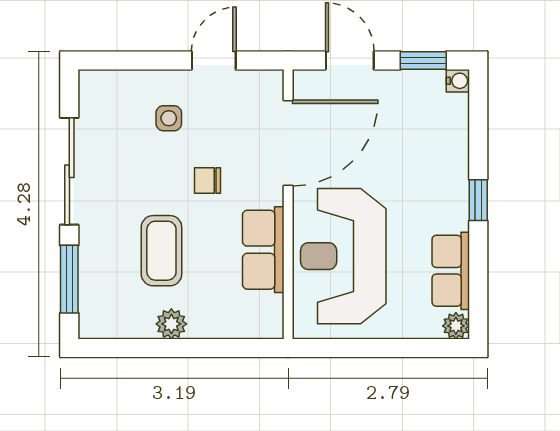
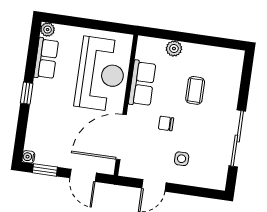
chair: (207, 181) -> (166, 123), turned 180
coffee table: (161, 251) -> (195, 90), width x0.73, depth x0.77
window: (69, 279) -> (245, 82), removed
plant: (171, 324) -> (174, 48), moved

